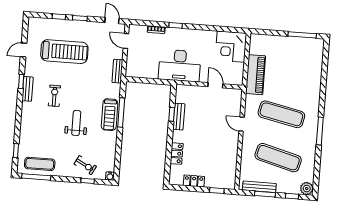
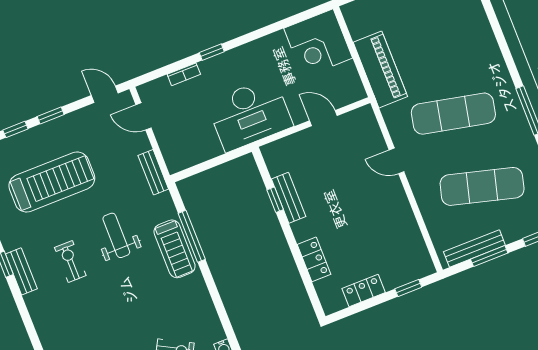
weight bench: (76, 123) -> (116, 235), moved

